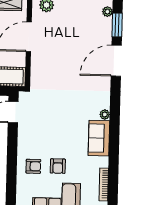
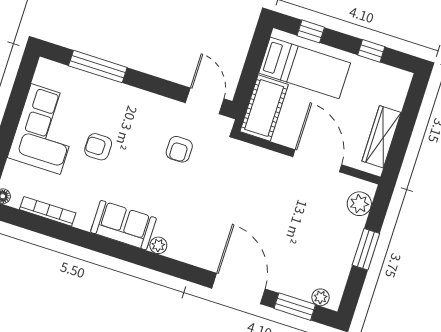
armchair: (33, 166) -> (179, 149), moved
window: (11, 180) -> (98, 67), added

